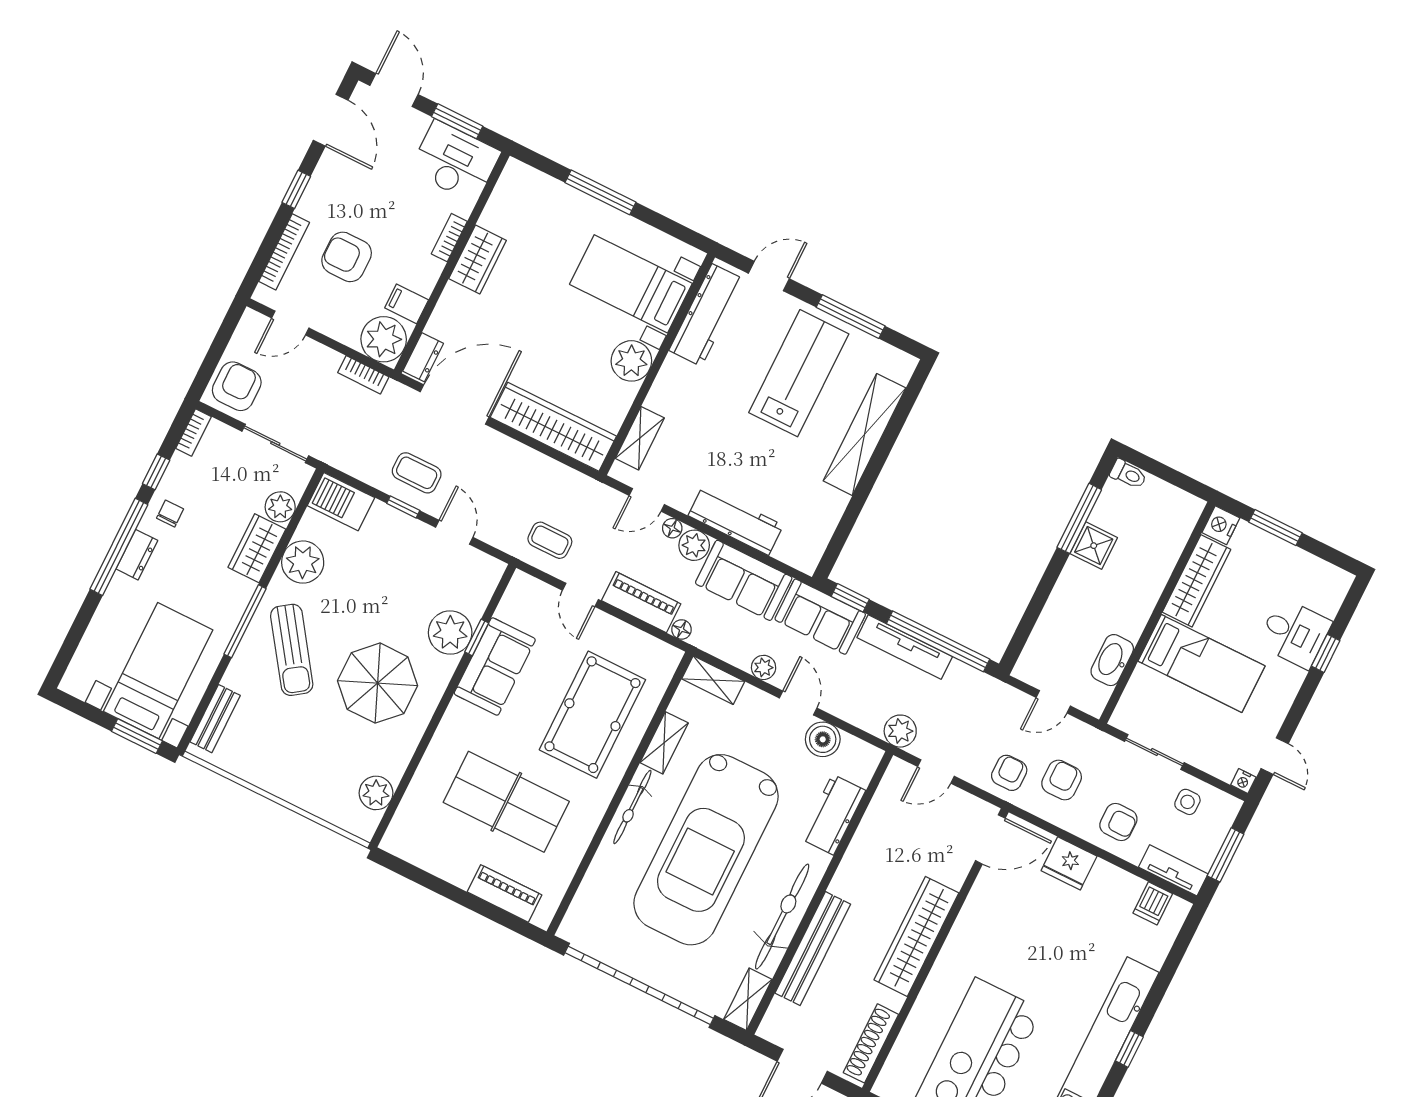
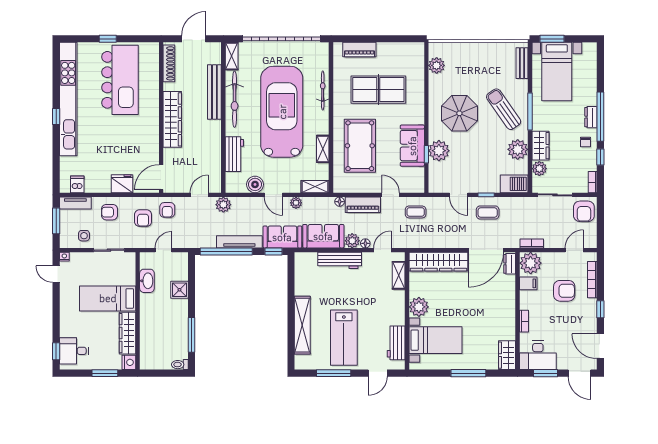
wardrobe: (478, 259) -> (507, 355), moved
workbench: (707, 315) -> (396, 343), width x0.73
shower: (1094, 546) -> (179, 290), moved
desk: (1294, 633) -> (74, 351), moved
window: (1326, 653) -> (56, 351), moved
bicycle: (632, 807) -> (323, 91), moved

